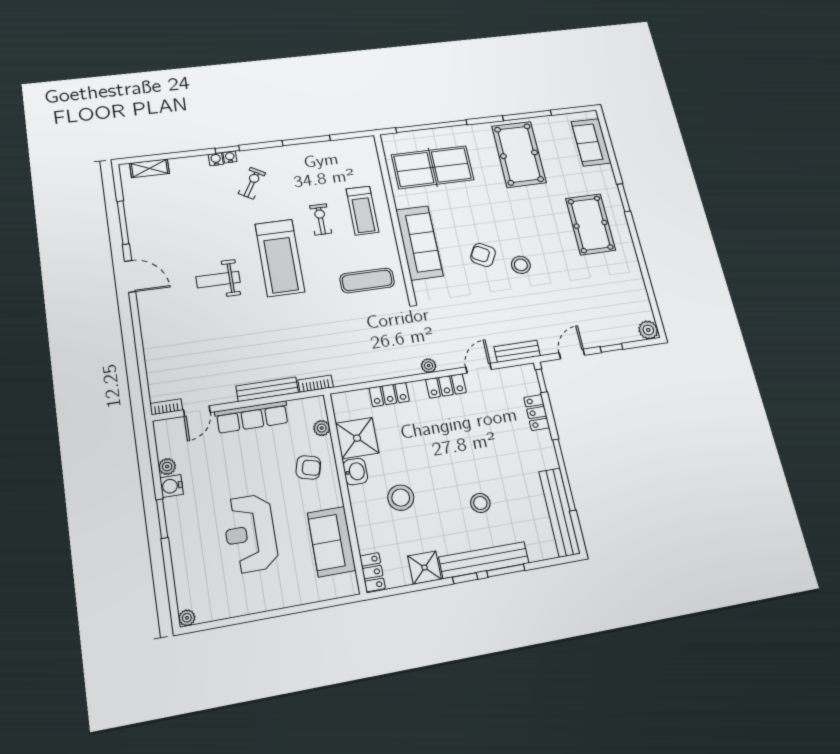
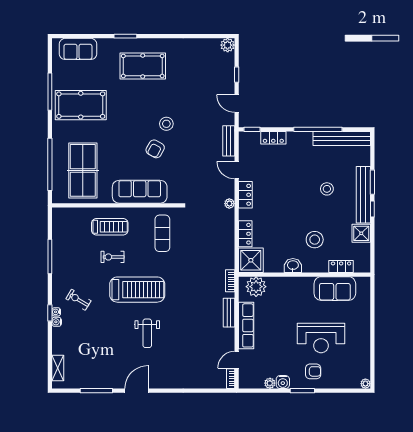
bench: (267, 389) -> (229, 313), width x0.73
door: (197, 411) -> (237, 360), swing flipped
plant: (322, 428) -> (256, 287), width x1.87, depth x1.87
shower: (357, 438) -> (251, 260), moved
armchair: (308, 467) -> (313, 371), moved, turned 75
locker: (372, 572) -> (341, 266), moved

